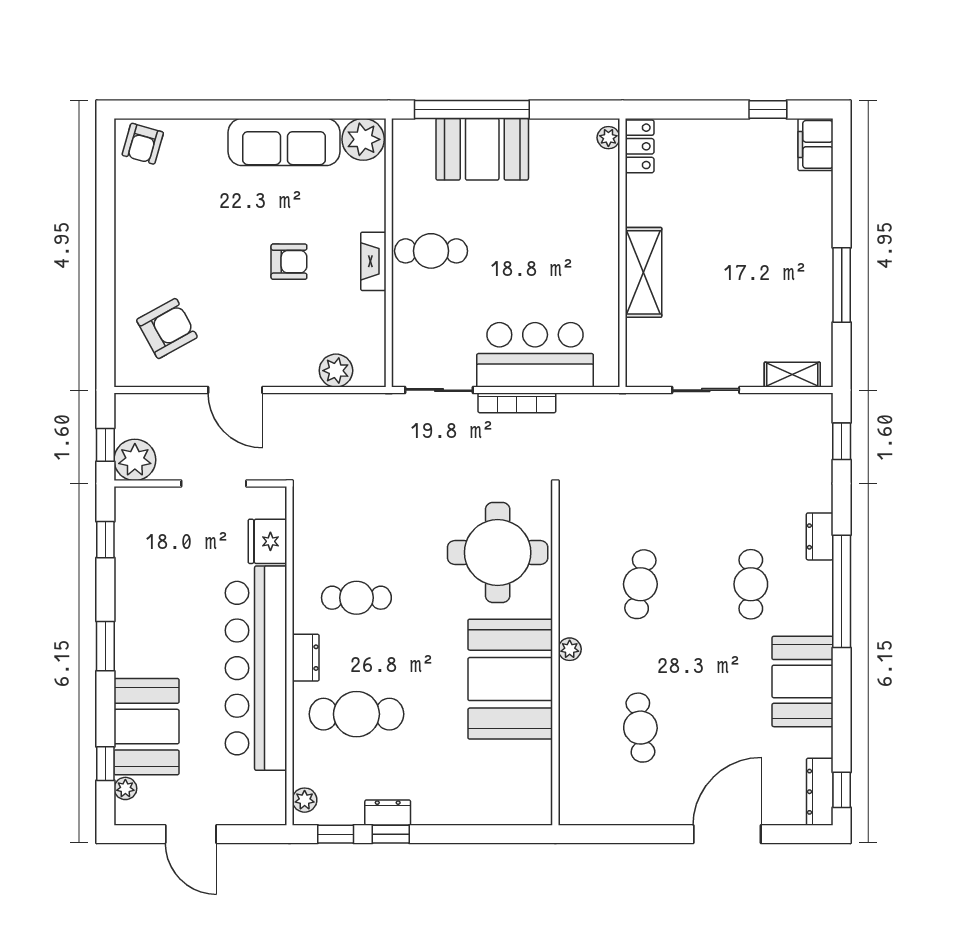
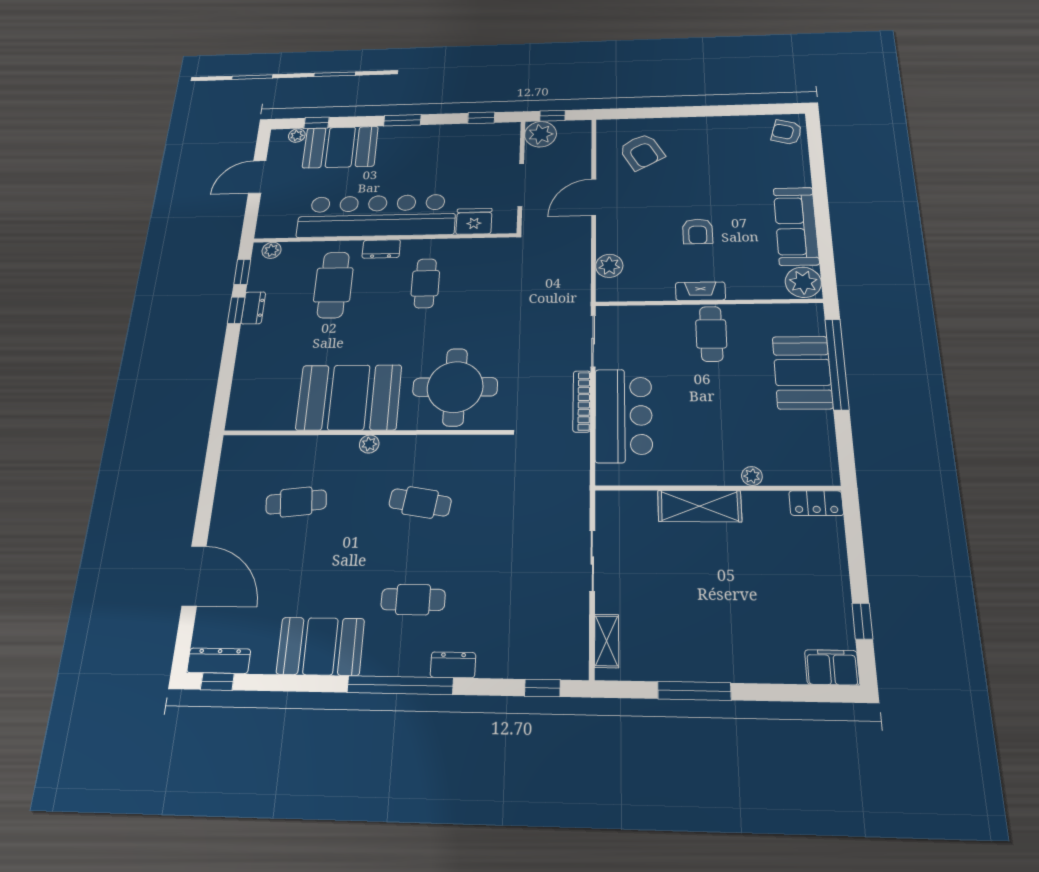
plant: (608, 138) -> (752, 476), moved

